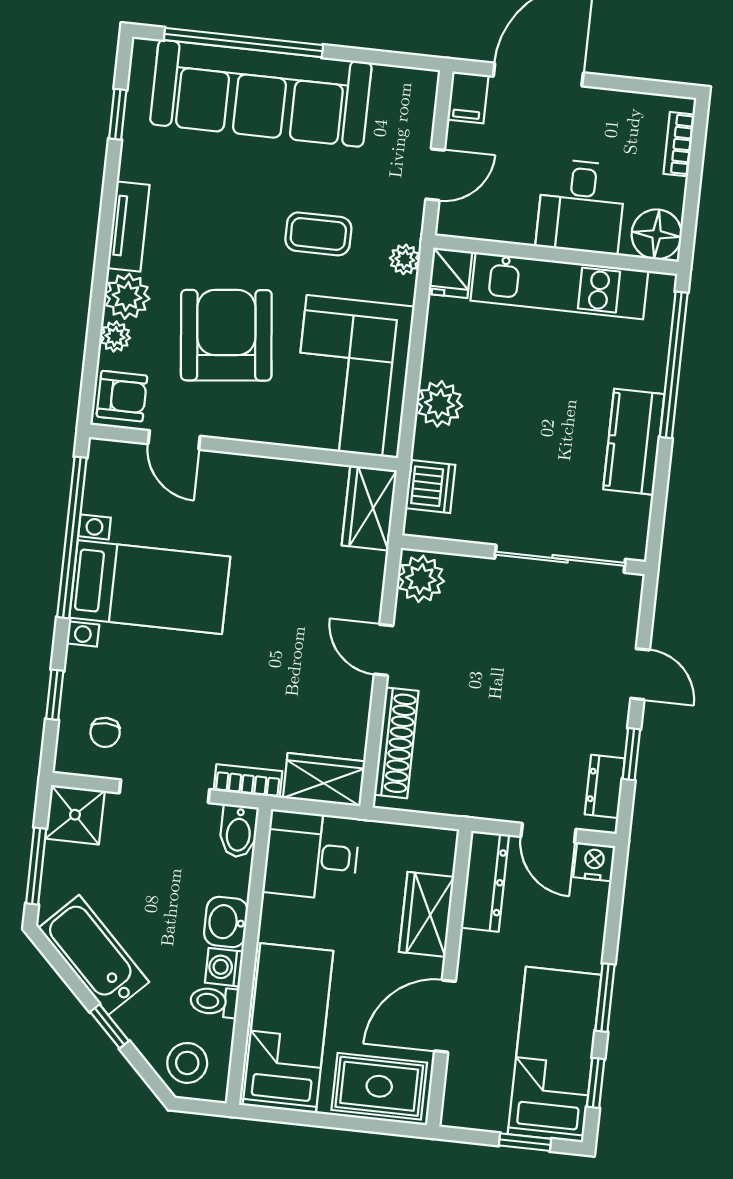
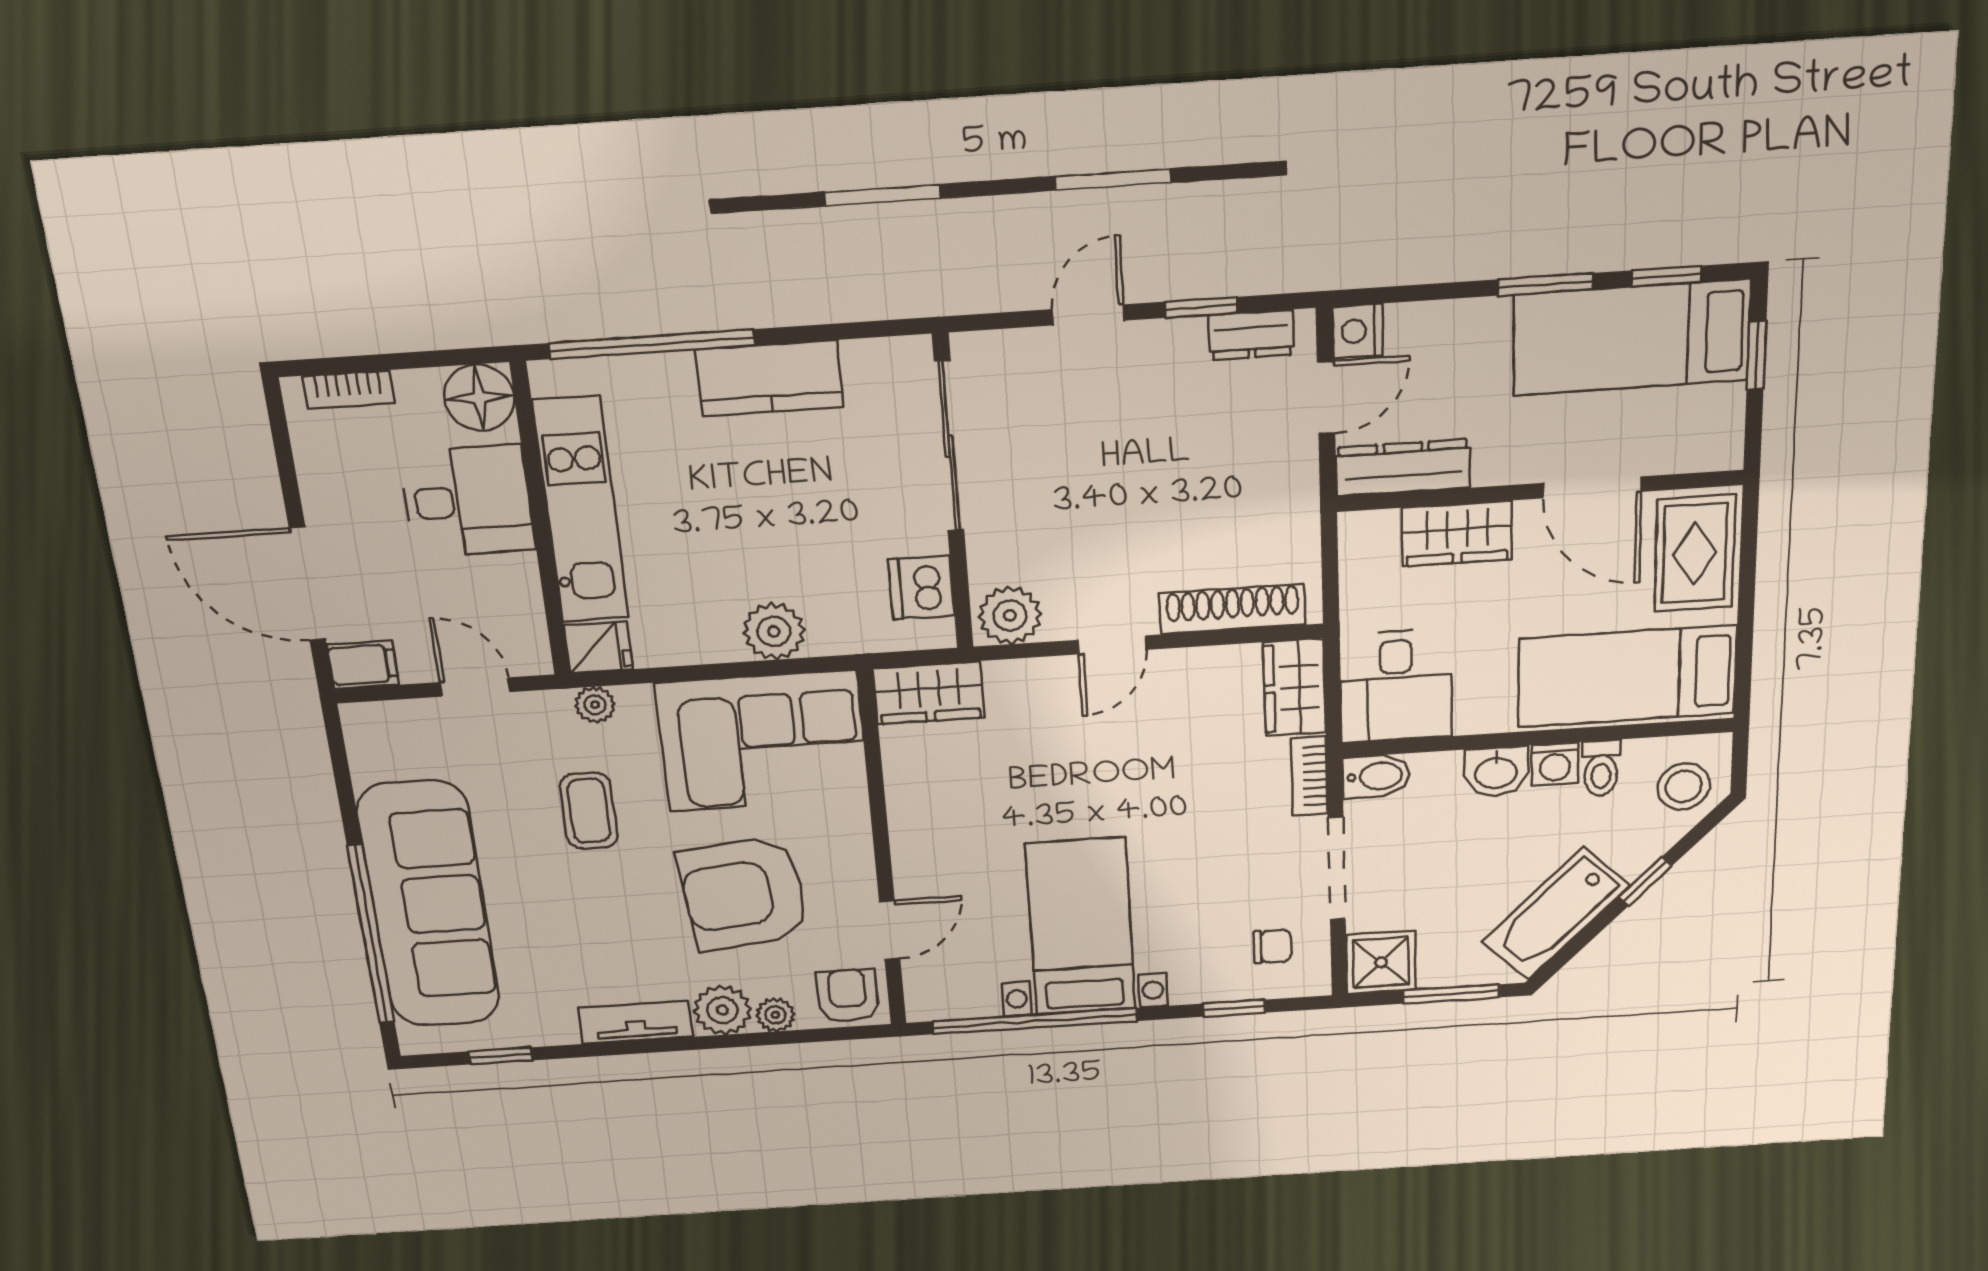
dishwasher: (430, 487) -> (921, 588), moved, turned -90

